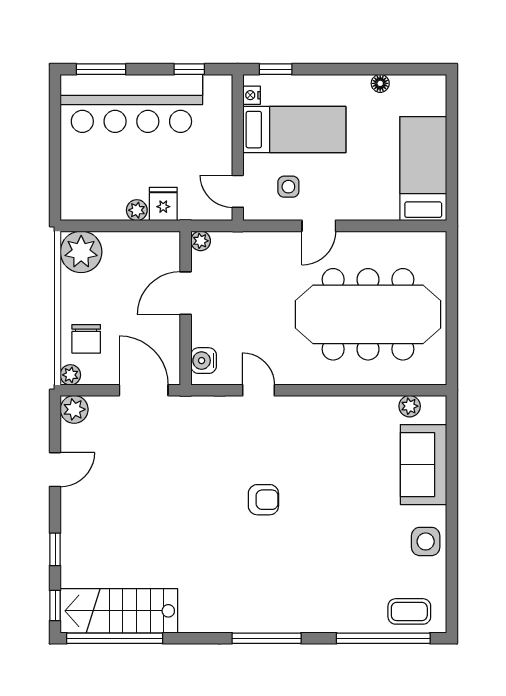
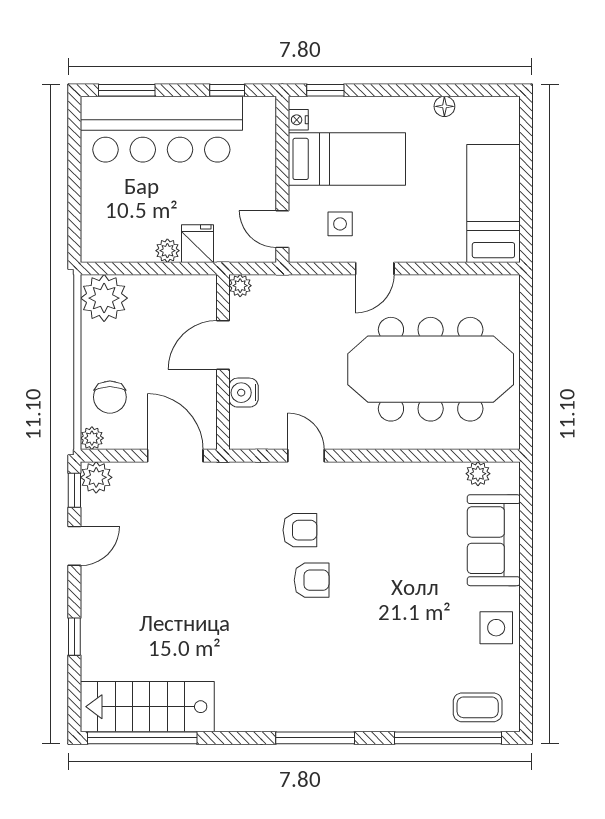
water cooler: (204, 361) -> (244, 393), moved
armchair: (253, 456) -> (300, 530), added
window: (55, 606) -> (74, 490), moved

